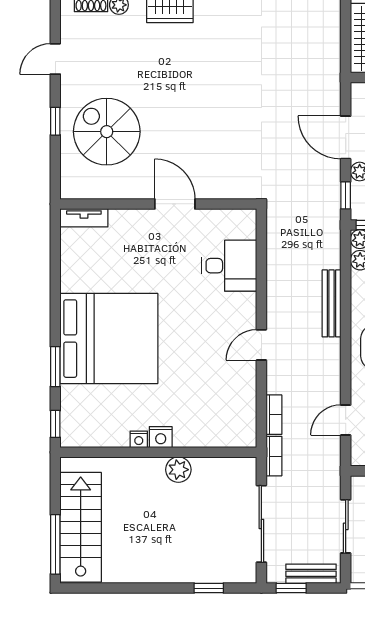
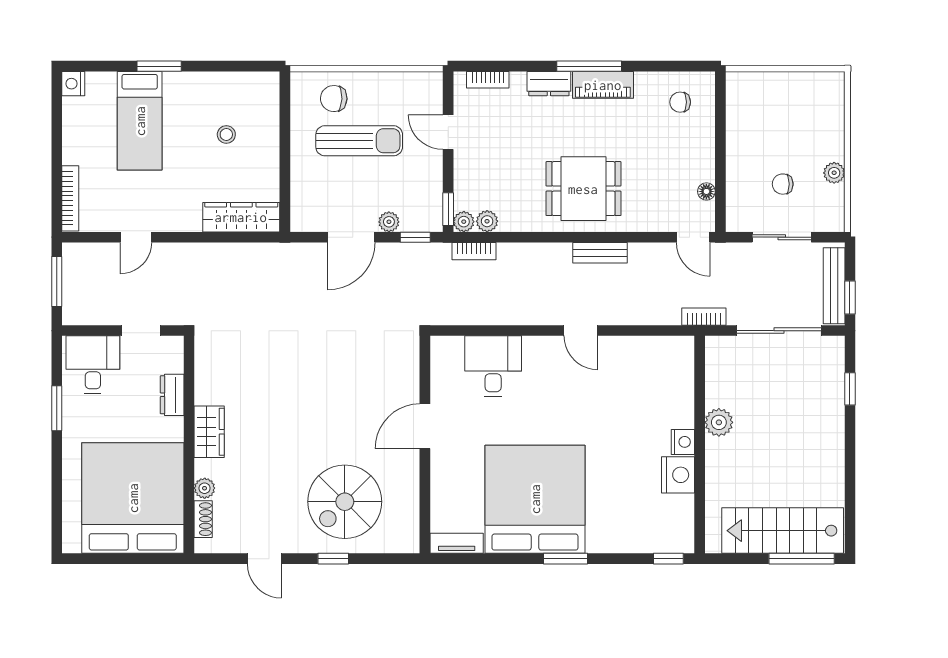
tv unit: (84, 218) -> (457, 543), moved, turned -90
bench: (332, 303) -> (600, 253), moved, width x0.73
bed: (109, 339) -> (535, 499), moved
window: (55, 367) -> (566, 559), moved
bookcase: (274, 415) -> (474, 251), moved, turned 180
door: (346, 420) -> (693, 237), moved
nightstand: (139, 439) -> (678, 475), width x1.89, depth x1.79
bench: (311, 574) -> (834, 286), width x1.36

